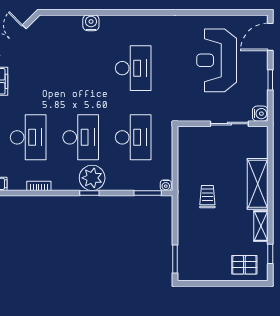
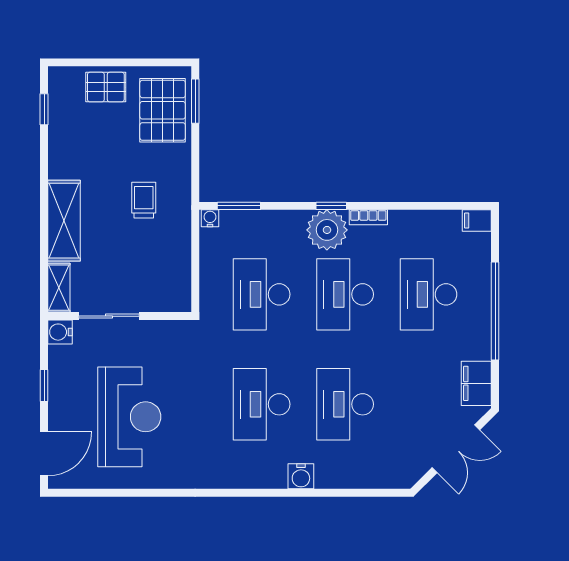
water cooler: (91, 23) -> (301, 476), moved
desk: (81, 68) -> (345, 404), added
bookcase: (39, 186) -> (368, 217), moved
trolley: (207, 197) -> (144, 200), turned 180
shelving: (261, 226) -> (59, 288), moved
pallet: (196, 253) -> (163, 110), added
pallet: (244, 265) -> (106, 87), moved

